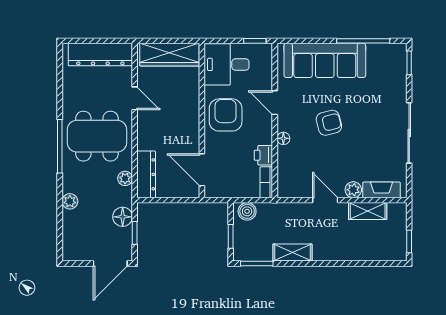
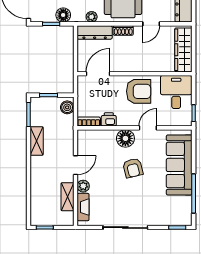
shoe rack: (143, 136) -> (123, 30), added
floor lamp: (283, 138) -> (125, 138), width x1.89, depth x1.89

